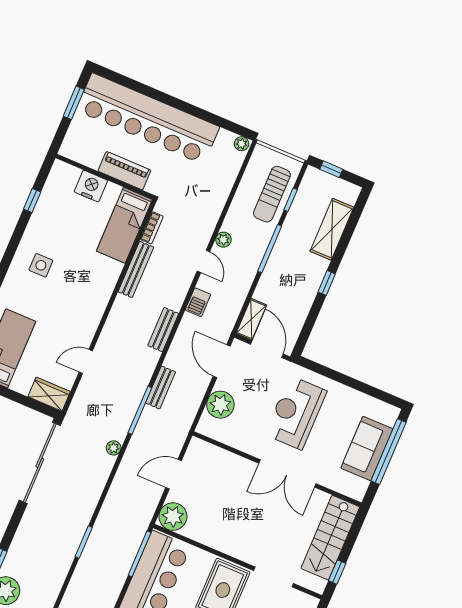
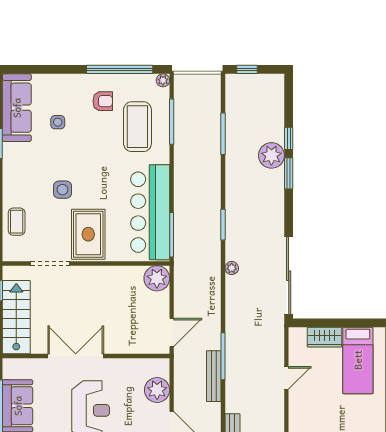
bench: (161, 387) -> (214, 376), width x1.36
wardrobe: (49, 394) -> (324, 337), moved
plant: (114, 448) -> (232, 268), moved
door: (174, 474) -> (172, 333), moved

